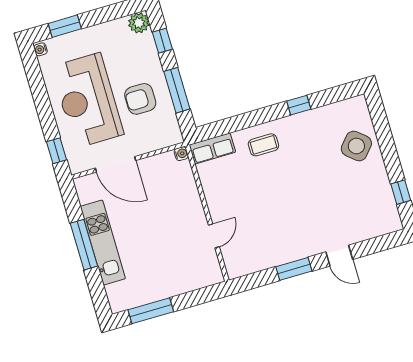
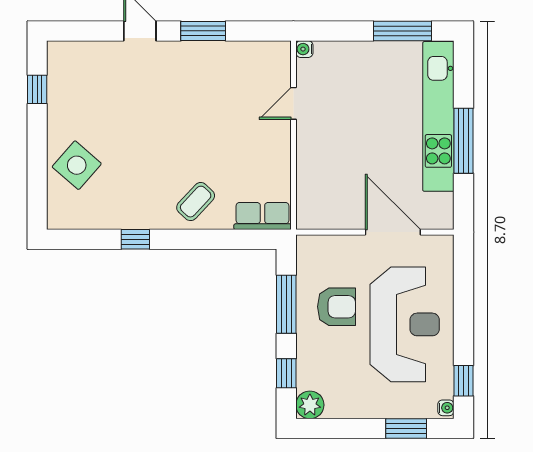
coffee table: (263, 145) -> (196, 202), turned -47
window: (56, 151) -> (463, 381), moved
water cooler: (181, 154) -> (304, 49), moved
kitchen unit: (103, 243) -> (438, 116), width x1.36

